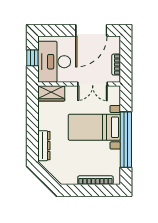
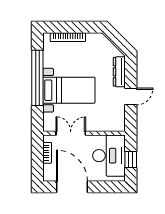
door: (91, 30) -> (72, 187), hinge flipped
wardrobe: (51, 93) -> (112, 124), removed
door: (32, 121) -> (131, 97), added

